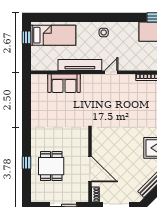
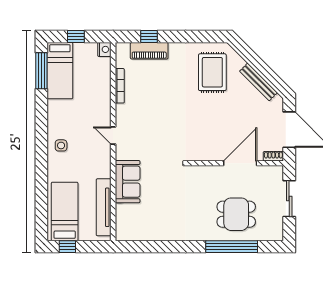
tv unit: (80, 65) -> (104, 207), moved
sofa: (64, 83) -> (128, 182), moved
window: (26, 163) -> (232, 247), width x3.17

